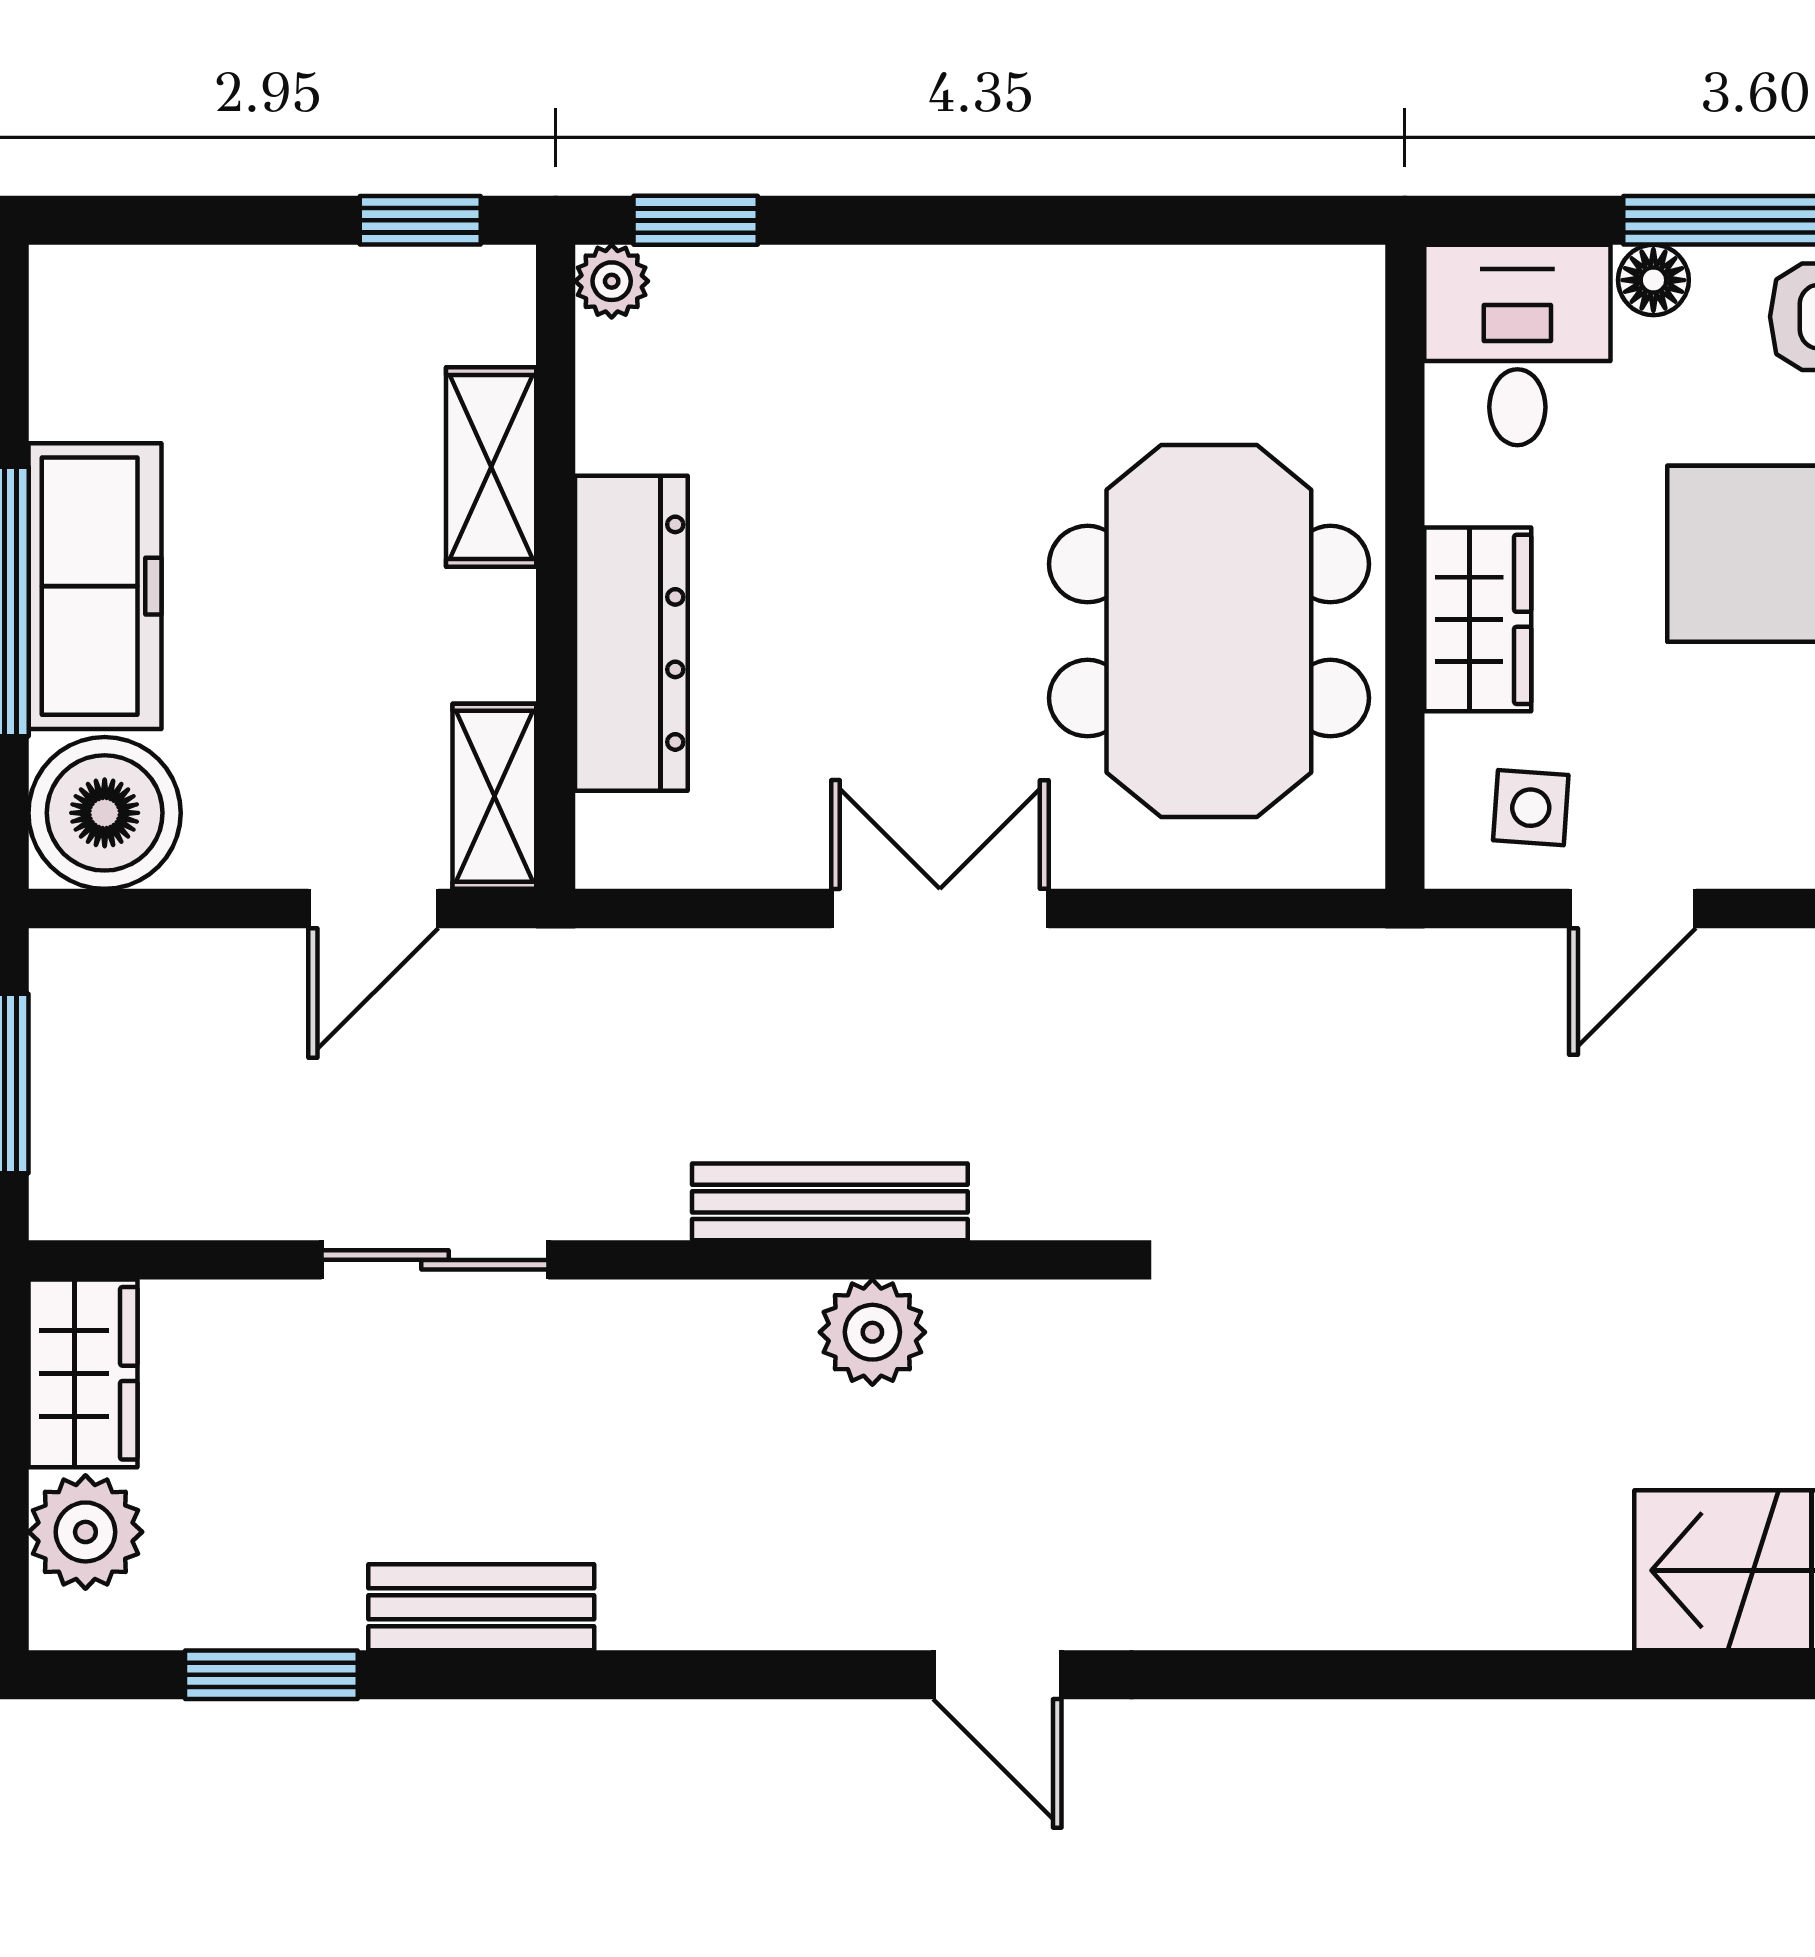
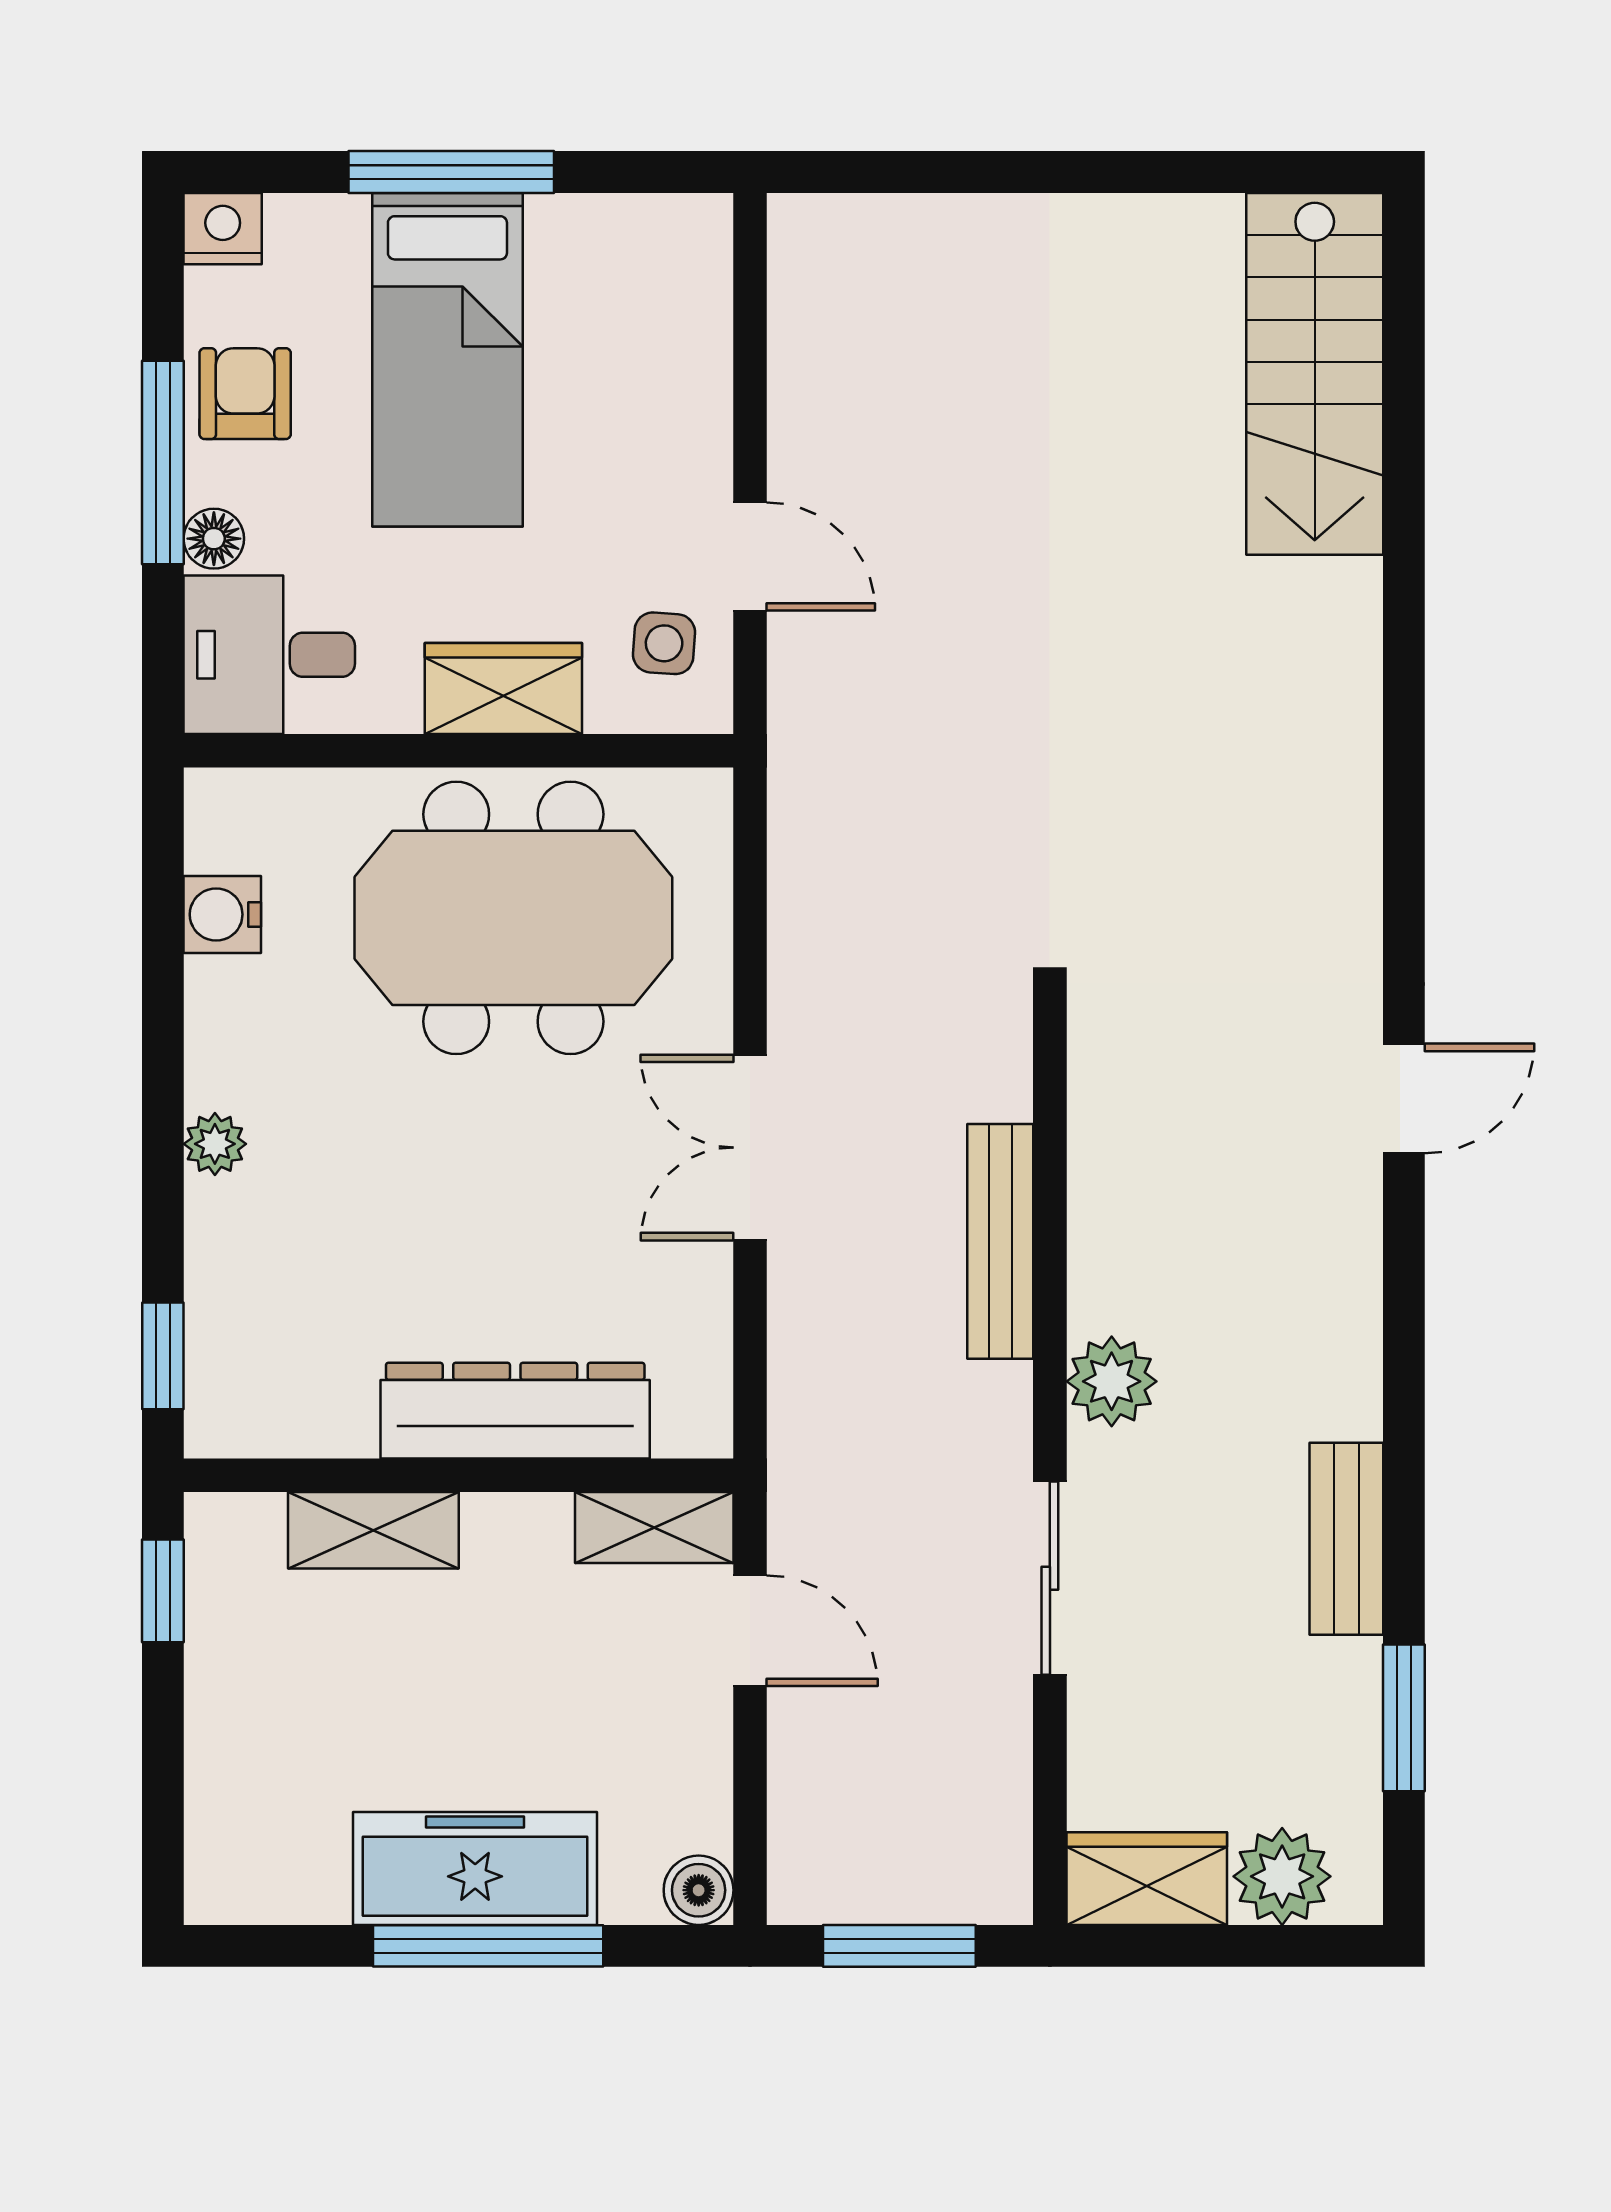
plant: (612, 281) -> (215, 1144), moved
water cooler: (1213, 290) -> (222, 914), added
boiler: (105, 813) -> (699, 1890), width x0.54, depth x0.54
plant: (872, 1332) -> (1112, 1381), moved

